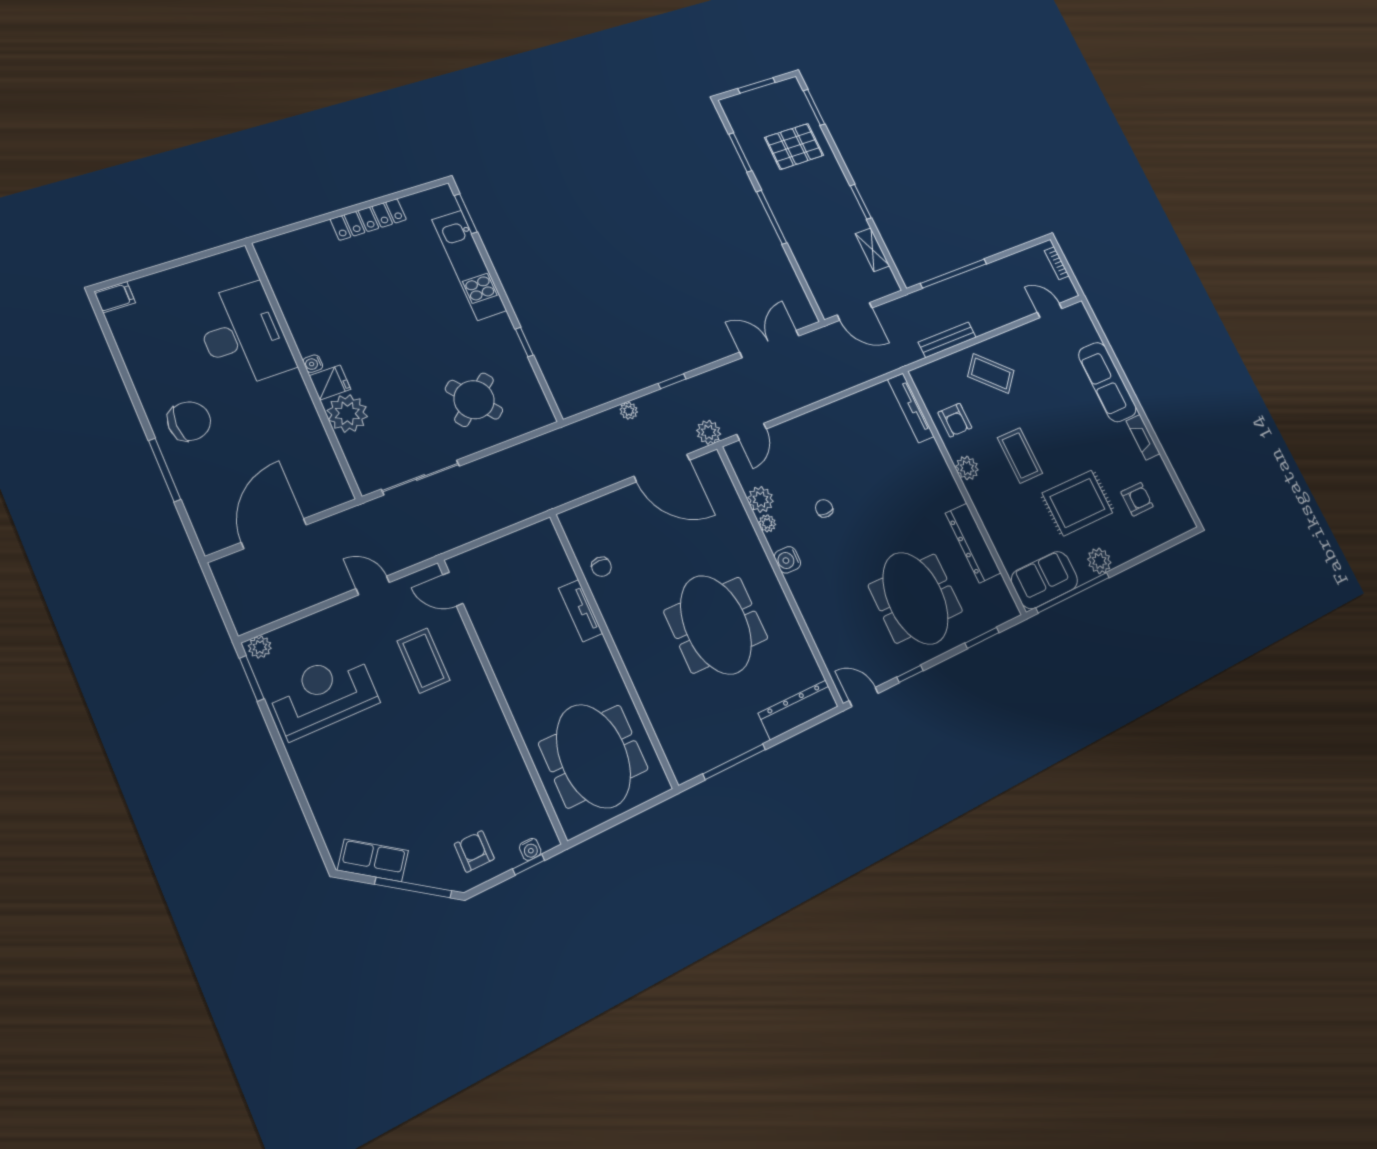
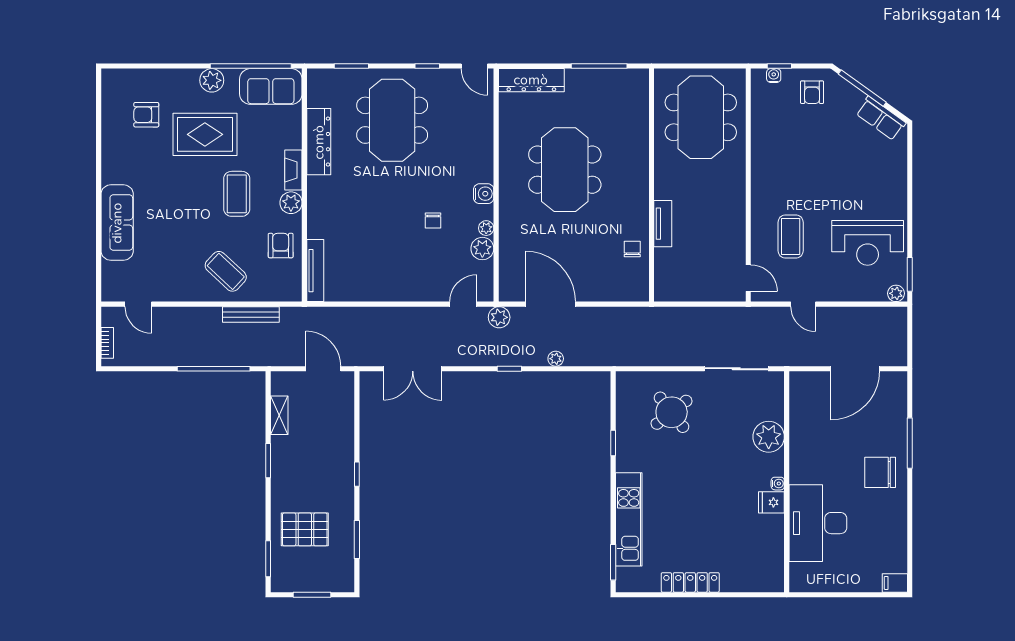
window: (772, 217) -> (357, 474), width x0.46
fridge: (330, 383) -> (771, 502), moved
fireplace: (1143, 437) -> (293, 170), moved, turned 180

